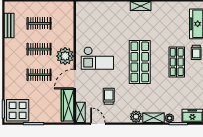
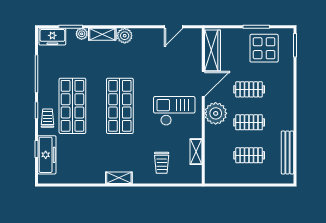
bench: (9, 26) -> (287, 152), width x1.36
shop shelf: (177, 62) -> (72, 106), width x1.43, depth x1.36
trolley: (109, 96) -> (162, 163), moved
display table: (18, 110) -> (264, 48), moved
shelving: (80, 112) -> (196, 152), moved
door: (98, 124) -> (174, 27), hinge flipped

